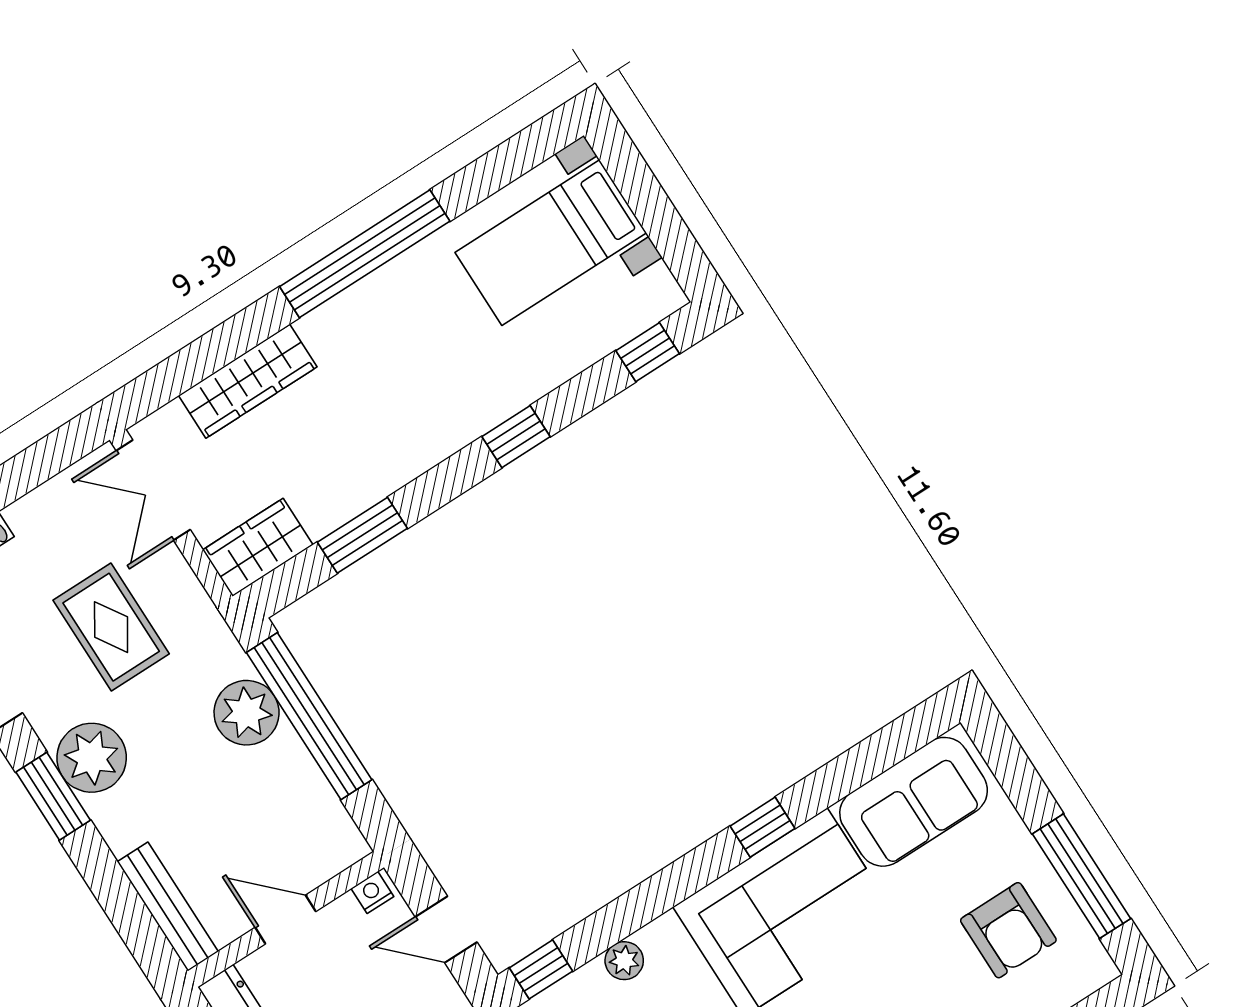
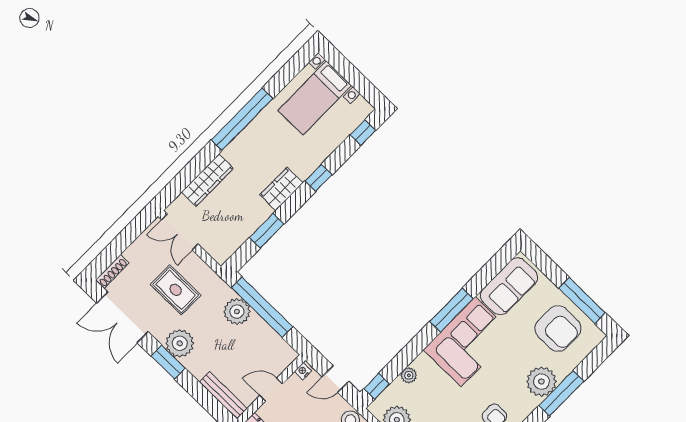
wardrobe: (258, 547) -> (281, 189), moved
window: (763, 827) -> (451, 310), width x2.17
armchair: (1008, 930) -> (558, 329), width x1.36, depth x1.36

